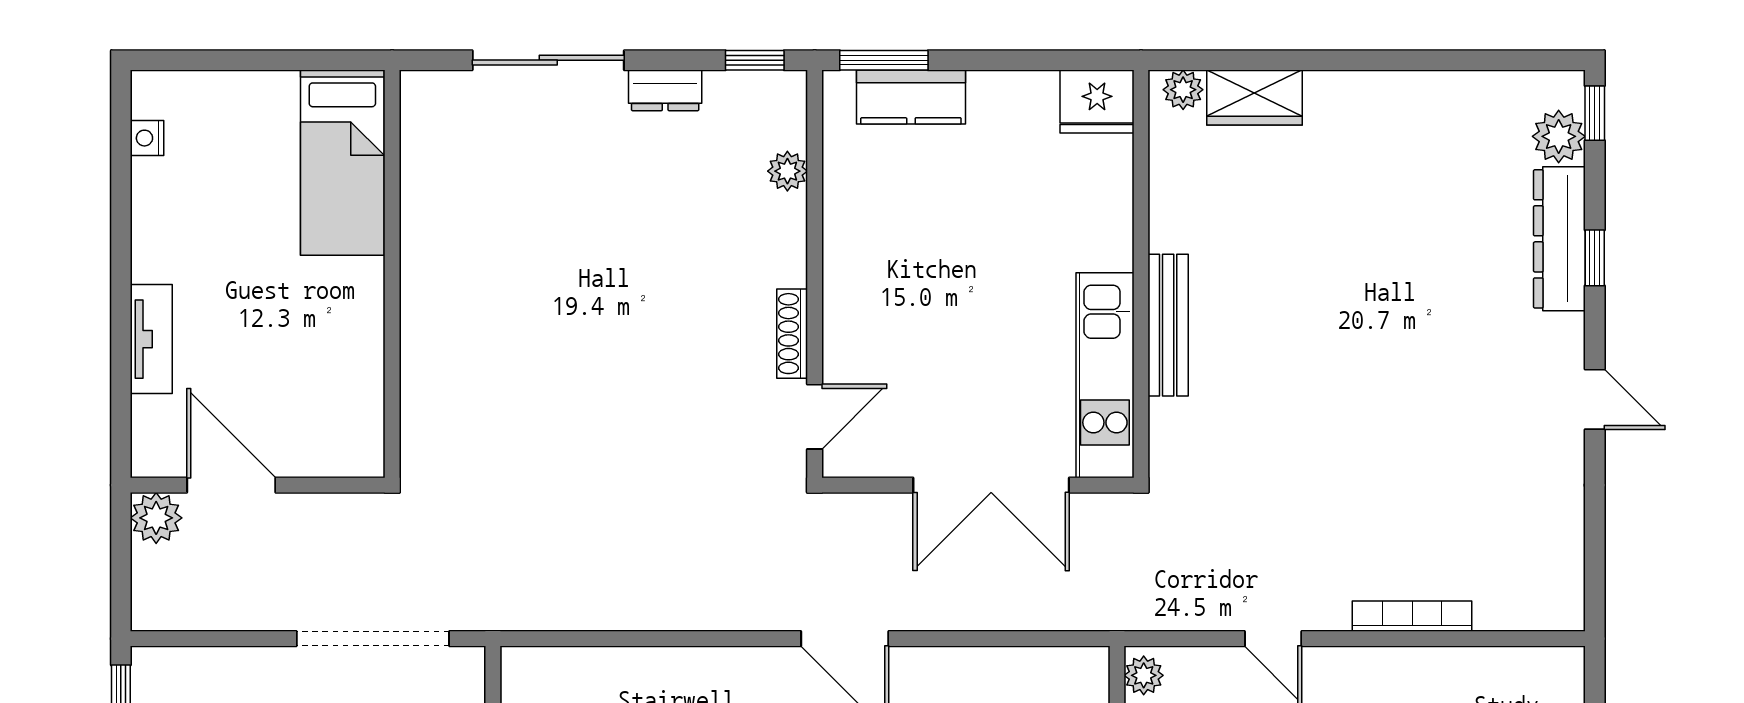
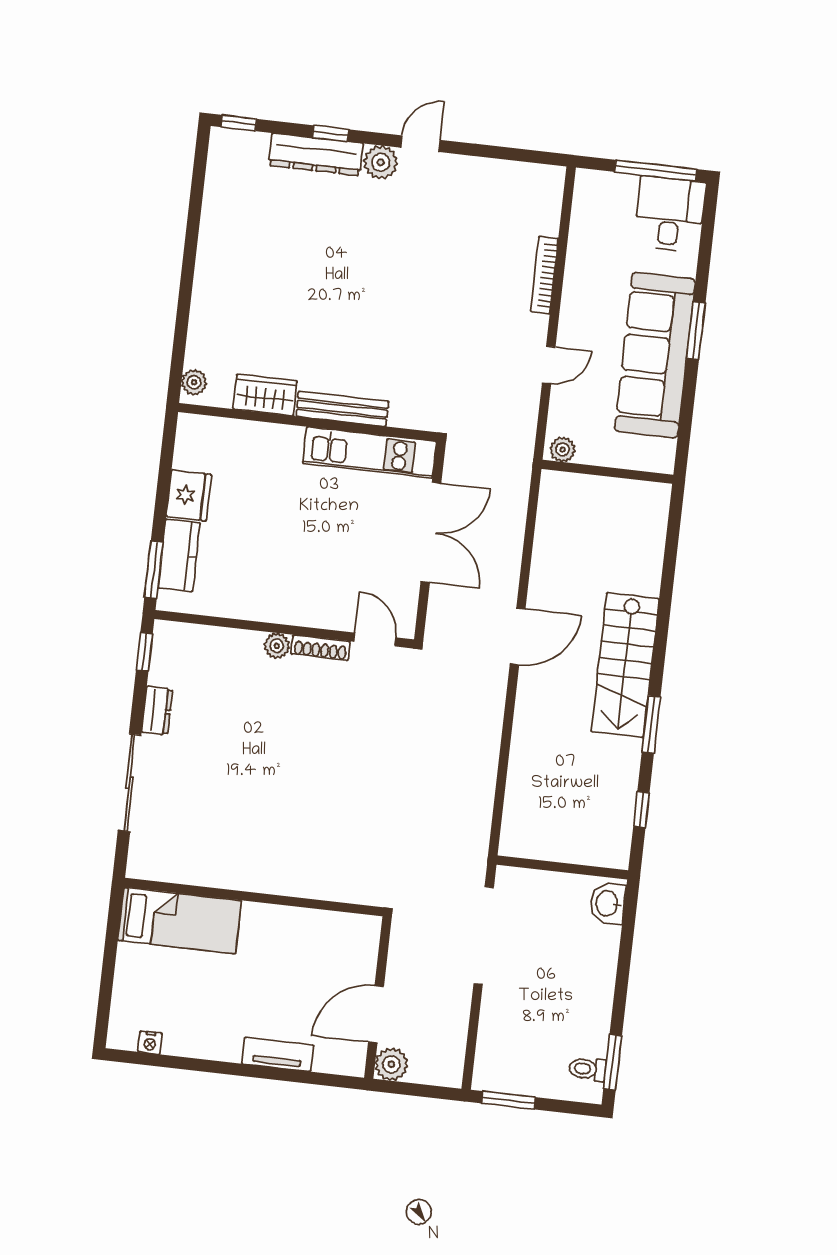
wardrobe: (1254, 97) -> (265, 395), moved, turned -90
fridge: (1097, 101) -> (189, 495), moved
plant: (1559, 136) -> (381, 162), moved
plant: (787, 171) -> (277, 646), moved

